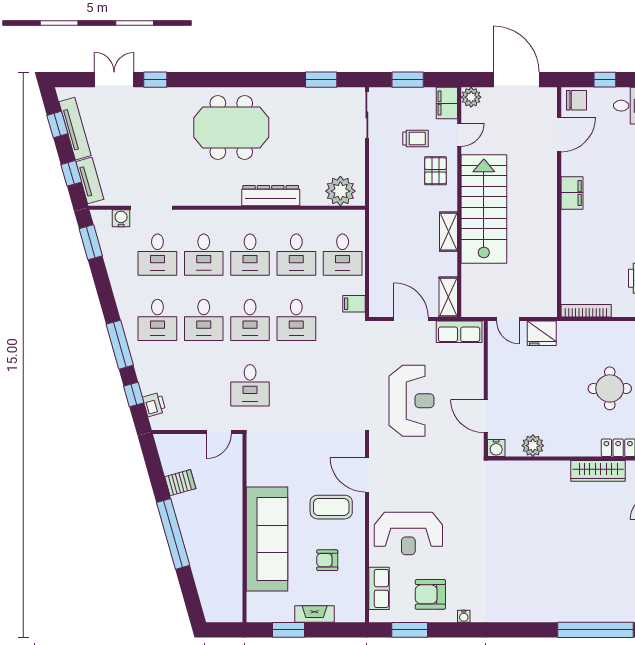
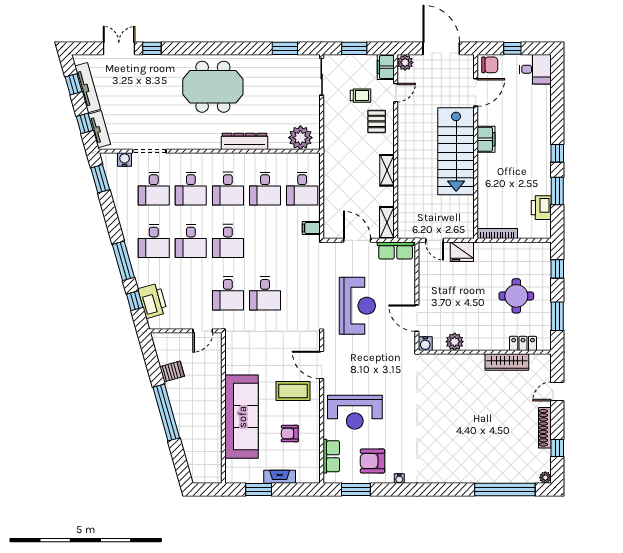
stairs: (484, 209) -> (456, 151), moved, turned 180
desk: (296, 320) -> (265, 293), moved
printer: (154, 404) -> (153, 301), width x1.87, depth x1.48

